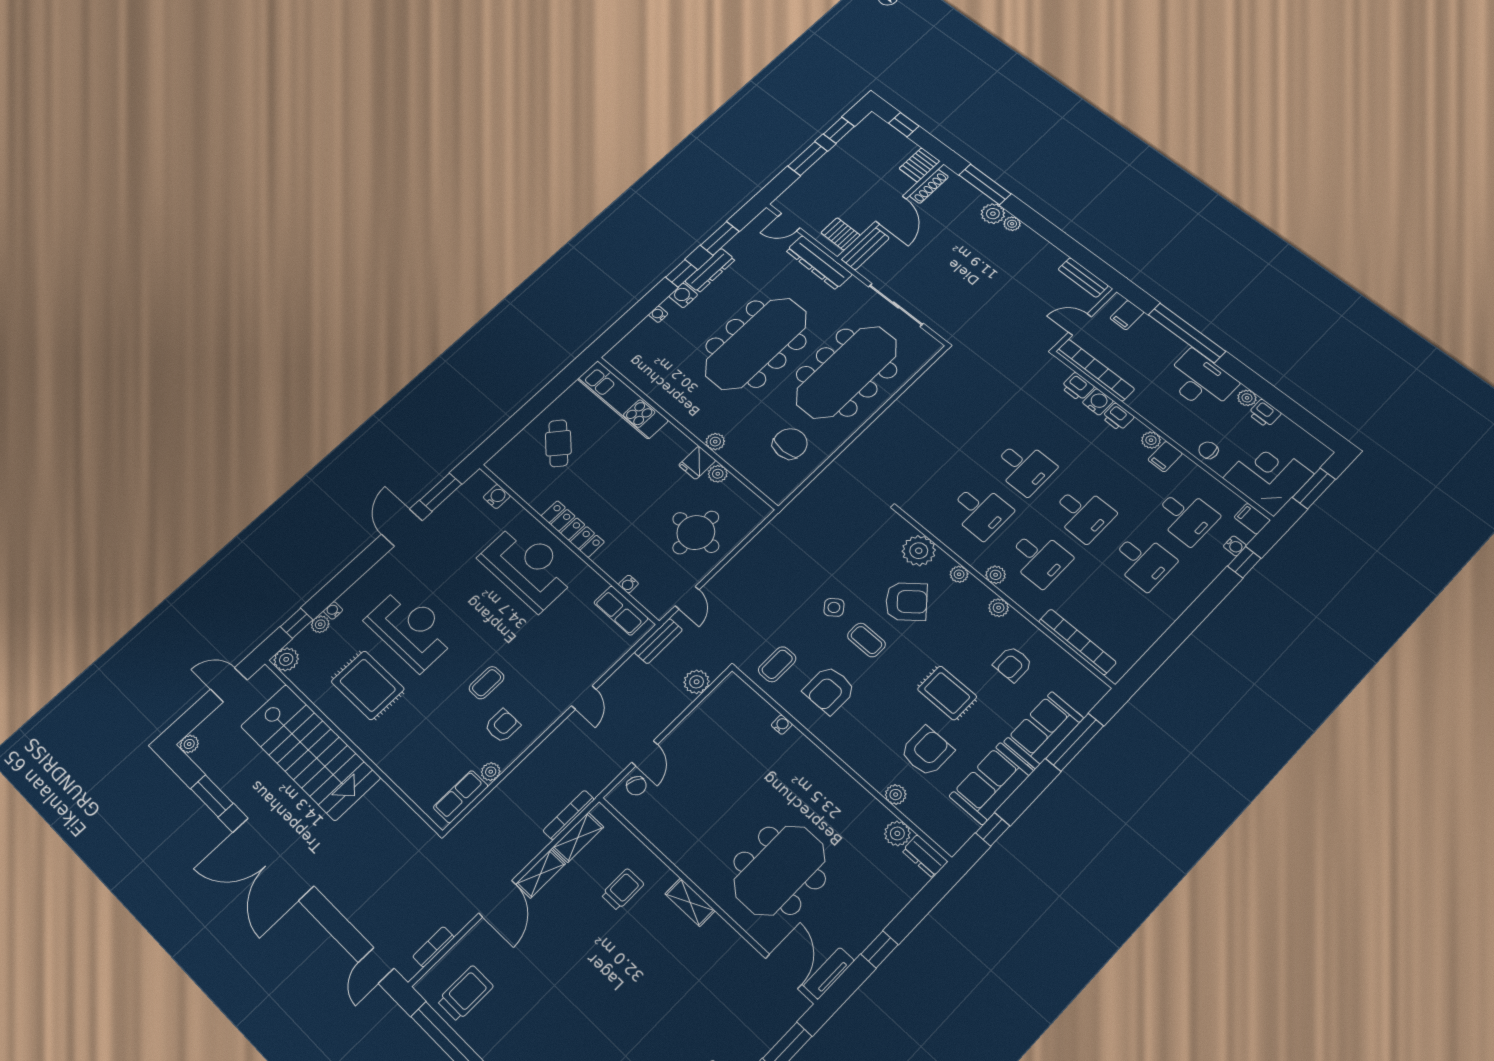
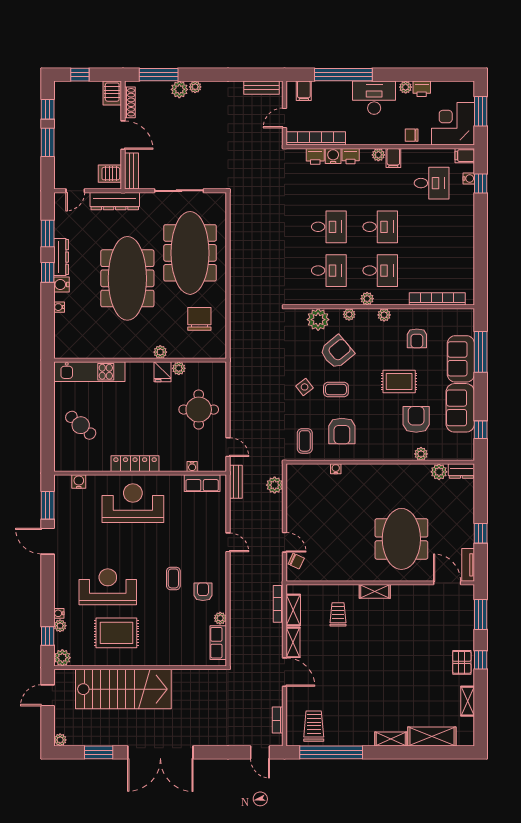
desk: (1143, 561) -> (432, 227), removed

